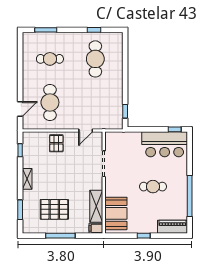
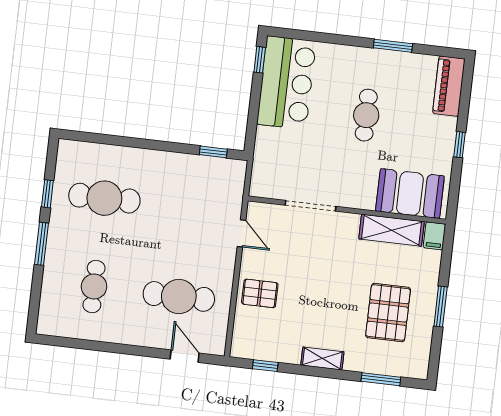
window: (46, 30) -> (42, 244), moved
window: (190, 196) -> (393, 46), width x0.47
window: (60, 236) -> (441, 307), width x0.69

